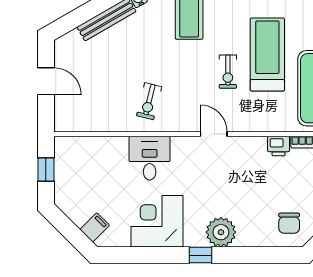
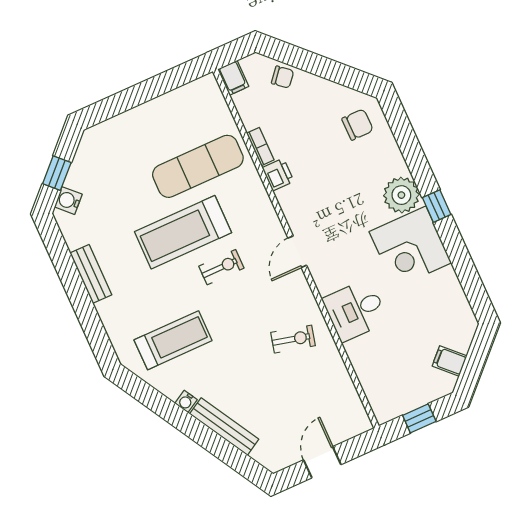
corner desk: (157, 221) -> (410, 247), moved
filing cabinet: (95, 227) -> (450, 361), moved

